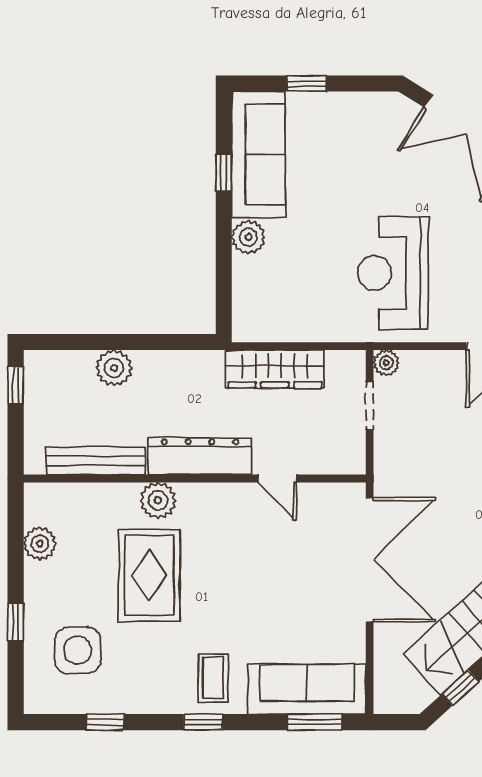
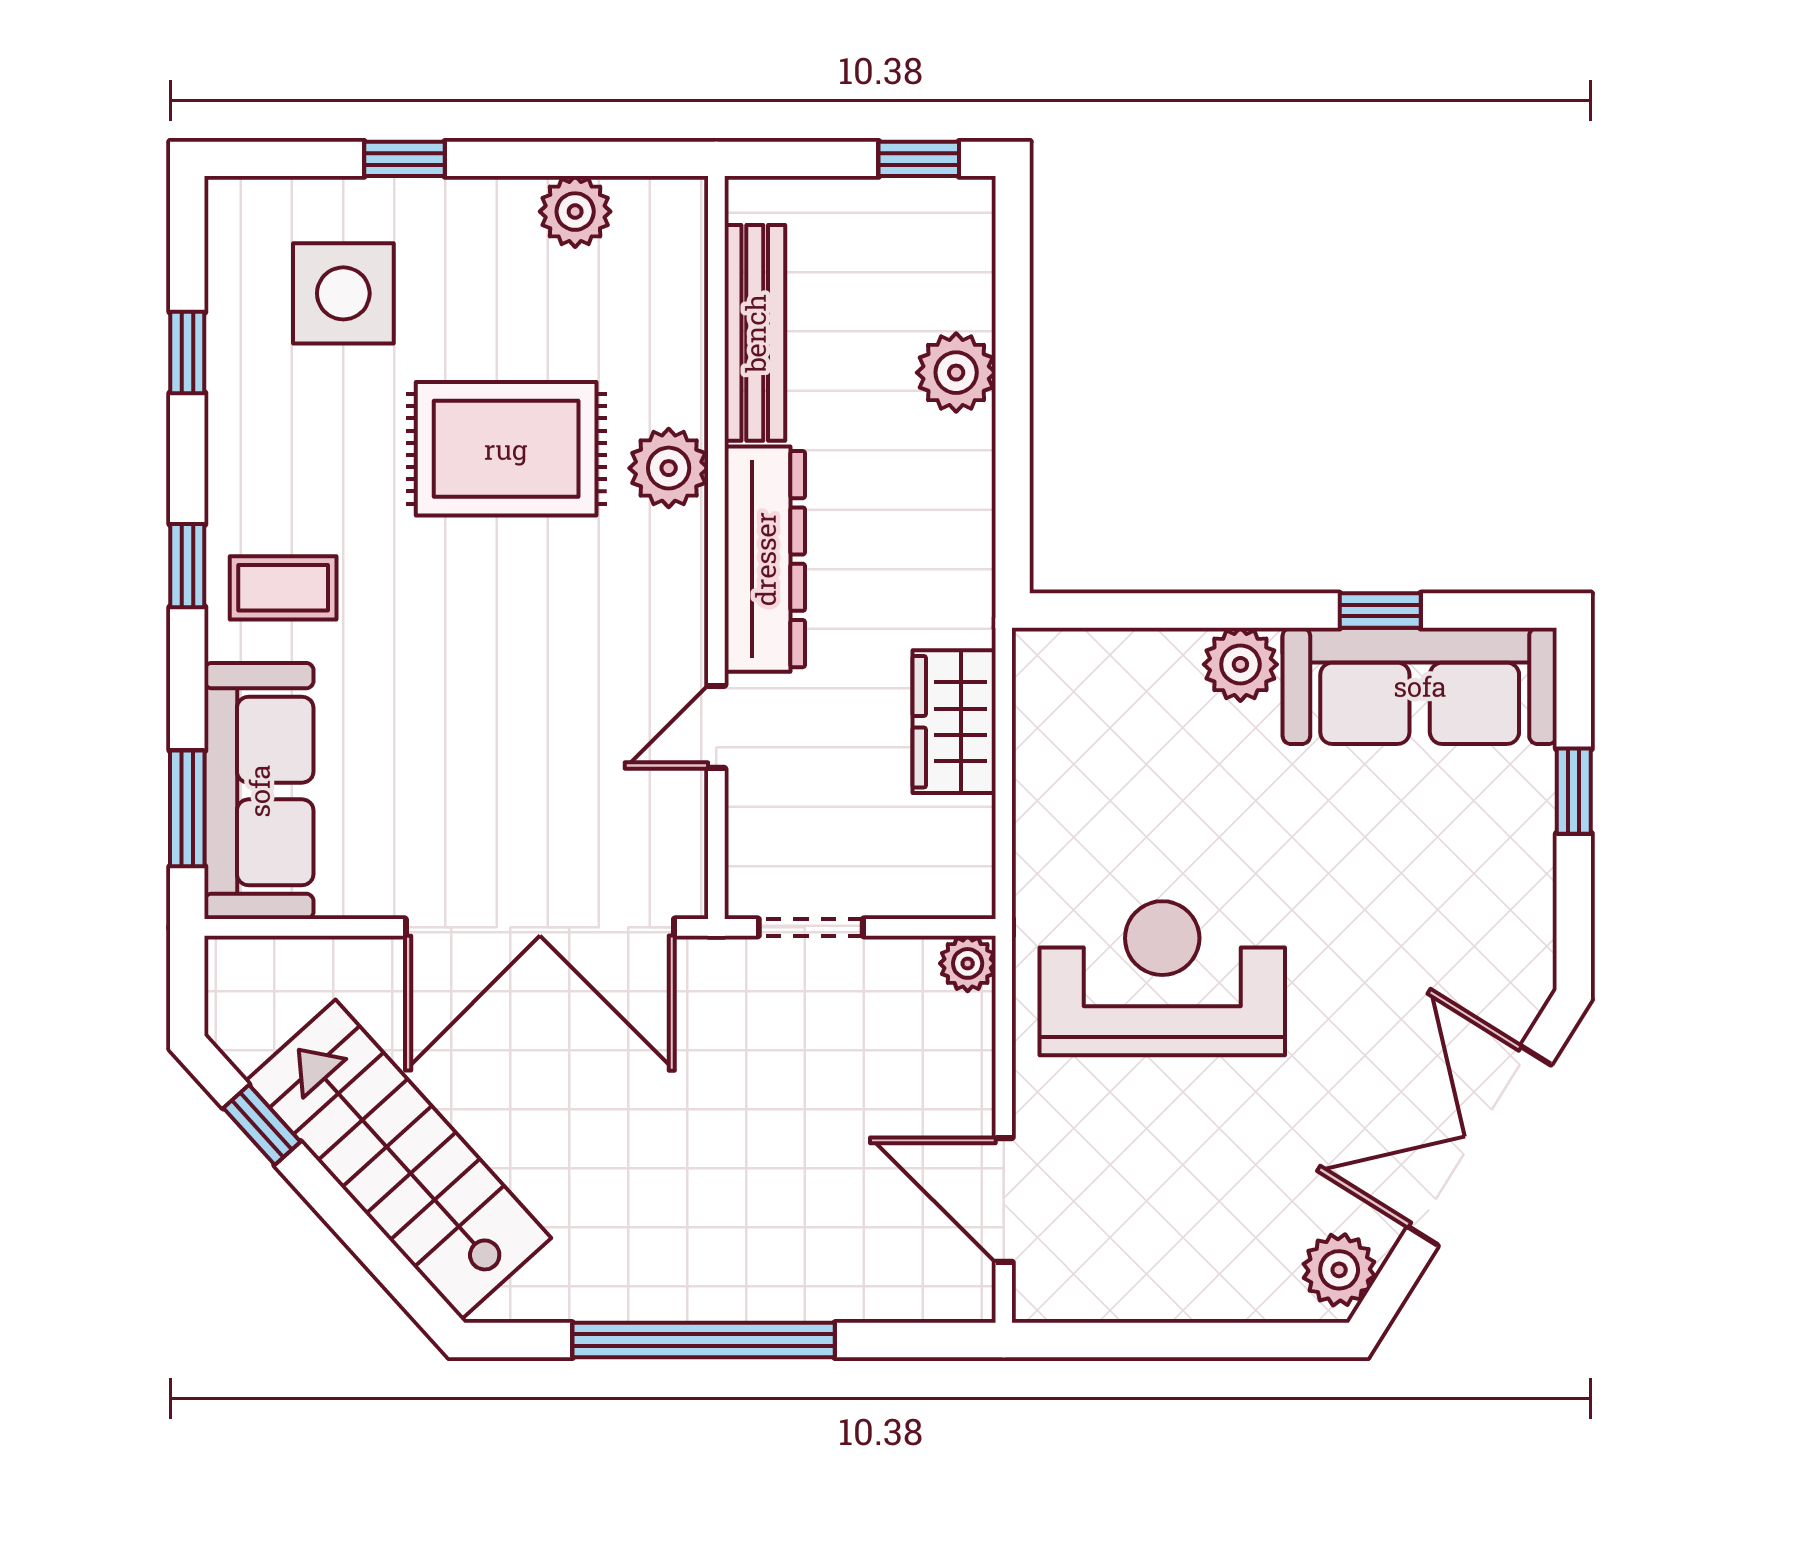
wardrobe: (275, 369) -> (954, 722), width x0.67
doorway: (370, 405) -> (811, 927), moved

